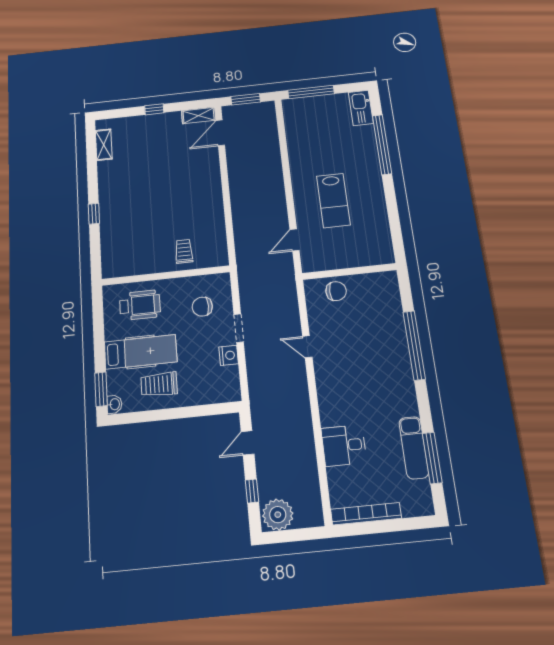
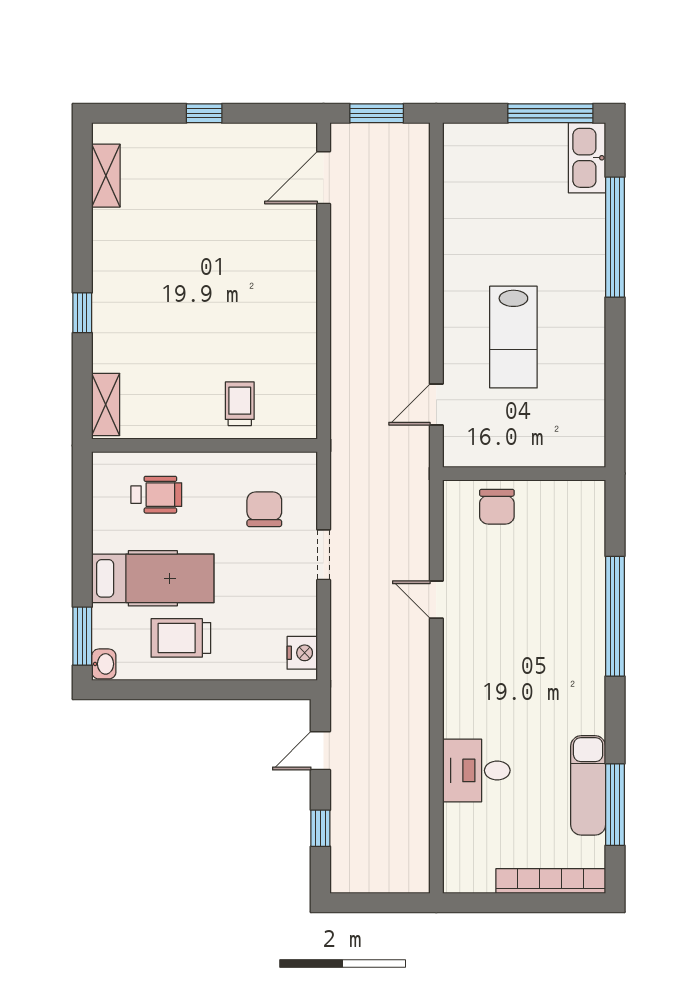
window: (311, 92) -> (550, 113), moved
shelving: (199, 116) -> (106, 404), moved, turned 90
chair: (336, 291) -> (497, 507), turned 90
wheelchair: (140, 305) -> (156, 495), width x0.73, depth x0.73
chair: (202, 307) -> (264, 509), turned 90
nightstand: (229, 355) -> (302, 653), moved
bookcase: (366, 514) -> (551, 881), moved
plant: (278, 515) -> (358, 869), removed

